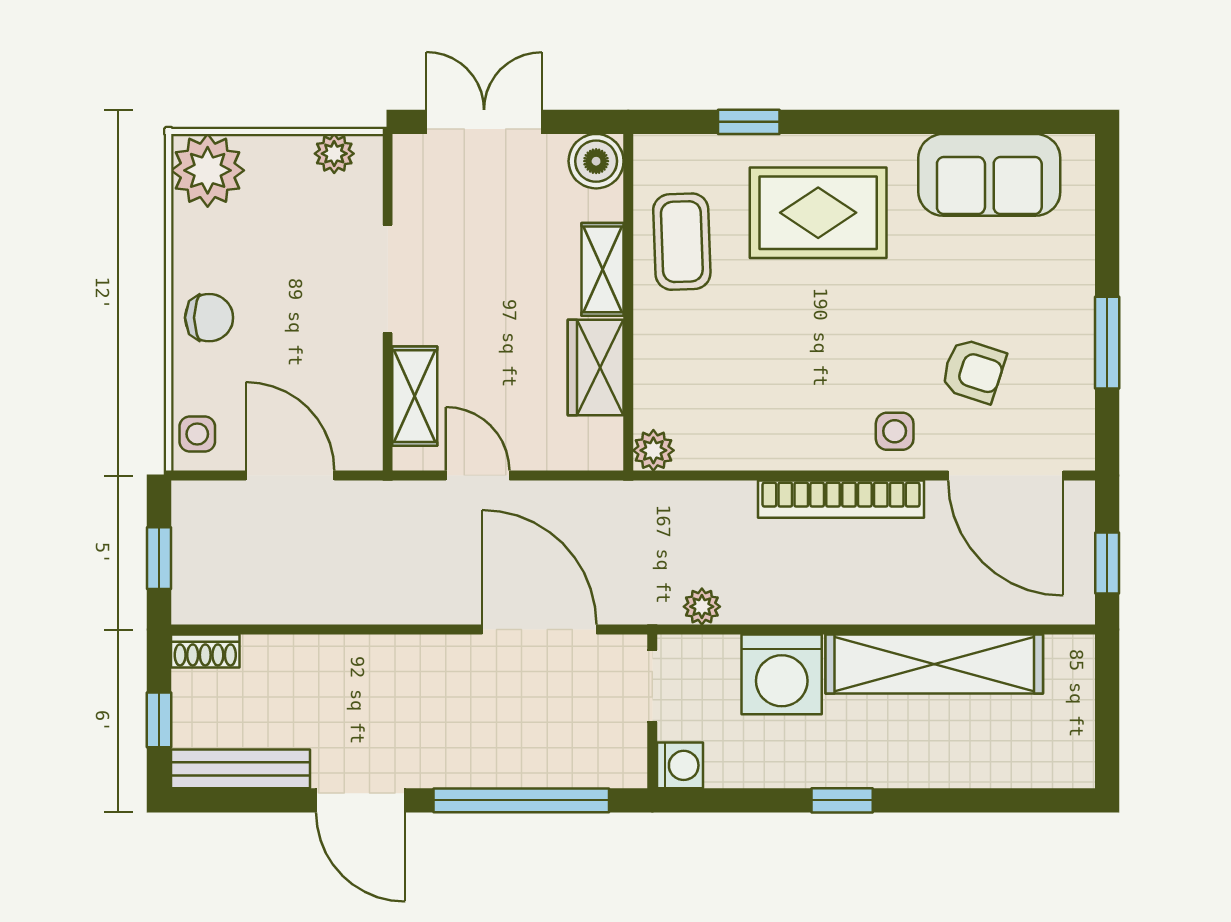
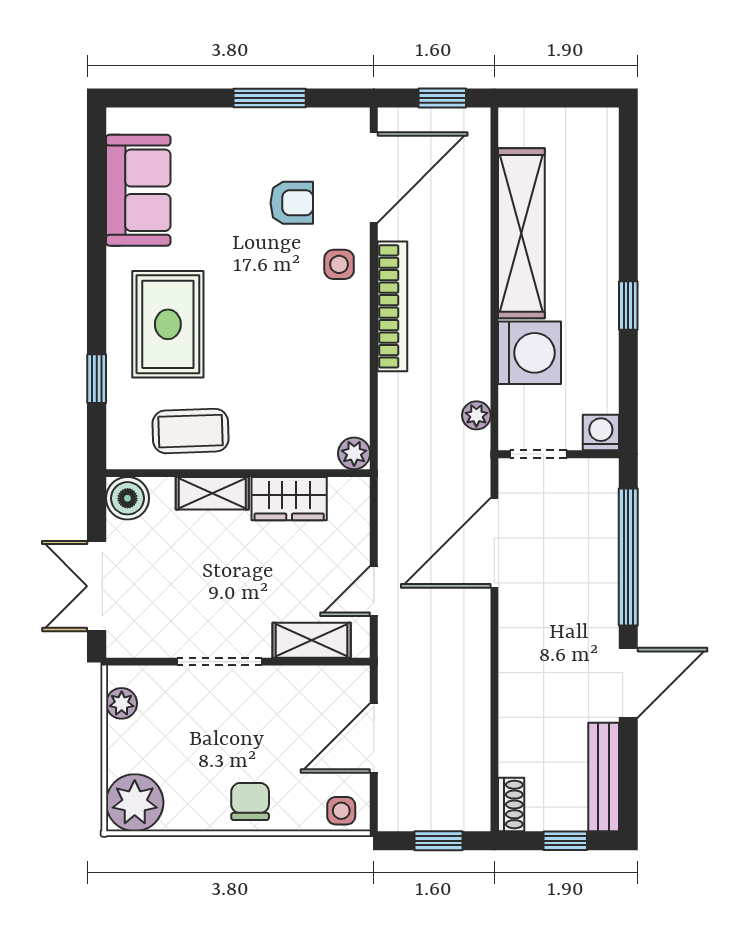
armchair: (973, 371) -> (292, 203), turned 72

